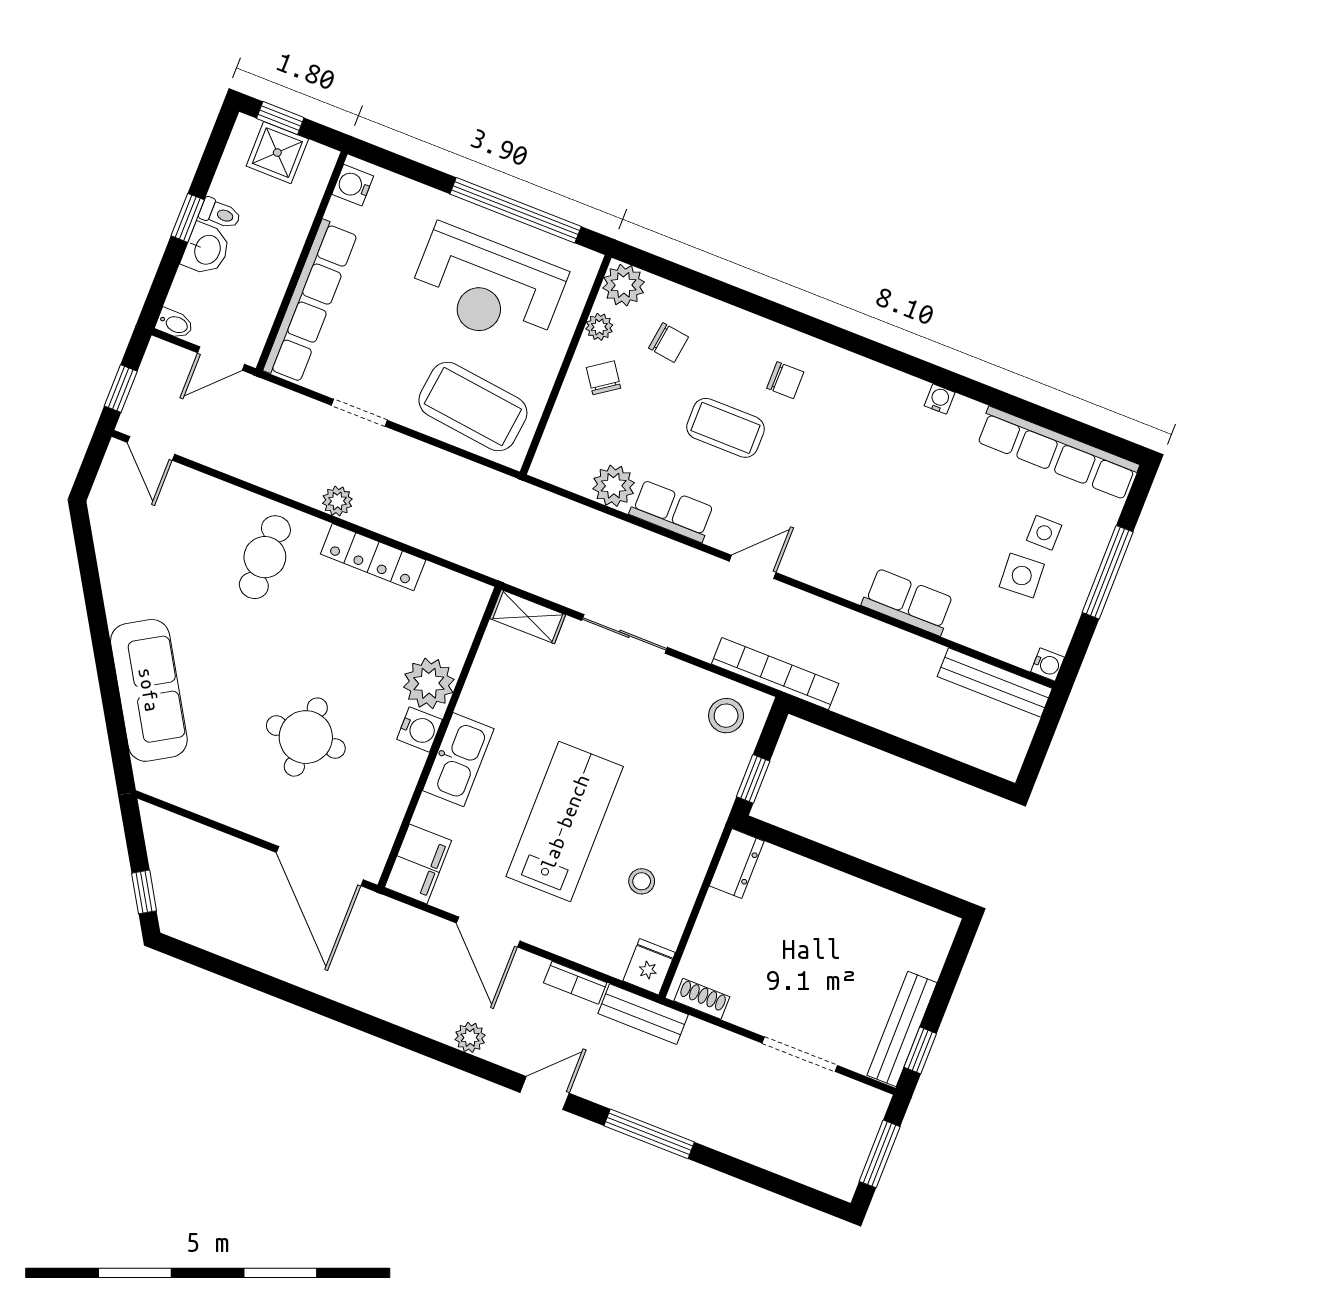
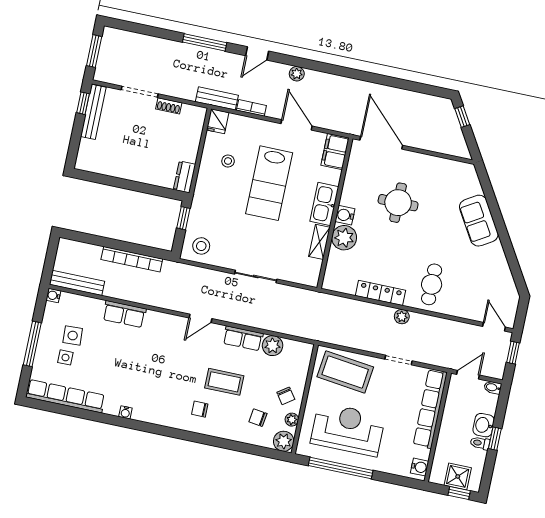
shelving: (528, 617) -> (319, 242), moved, turned 90
bookcase: (775, 674) -> (132, 259), moved
sofa: (149, 690) -> (479, 221), width x0.73
shoe rack: (702, 999) -> (169, 106), moved

